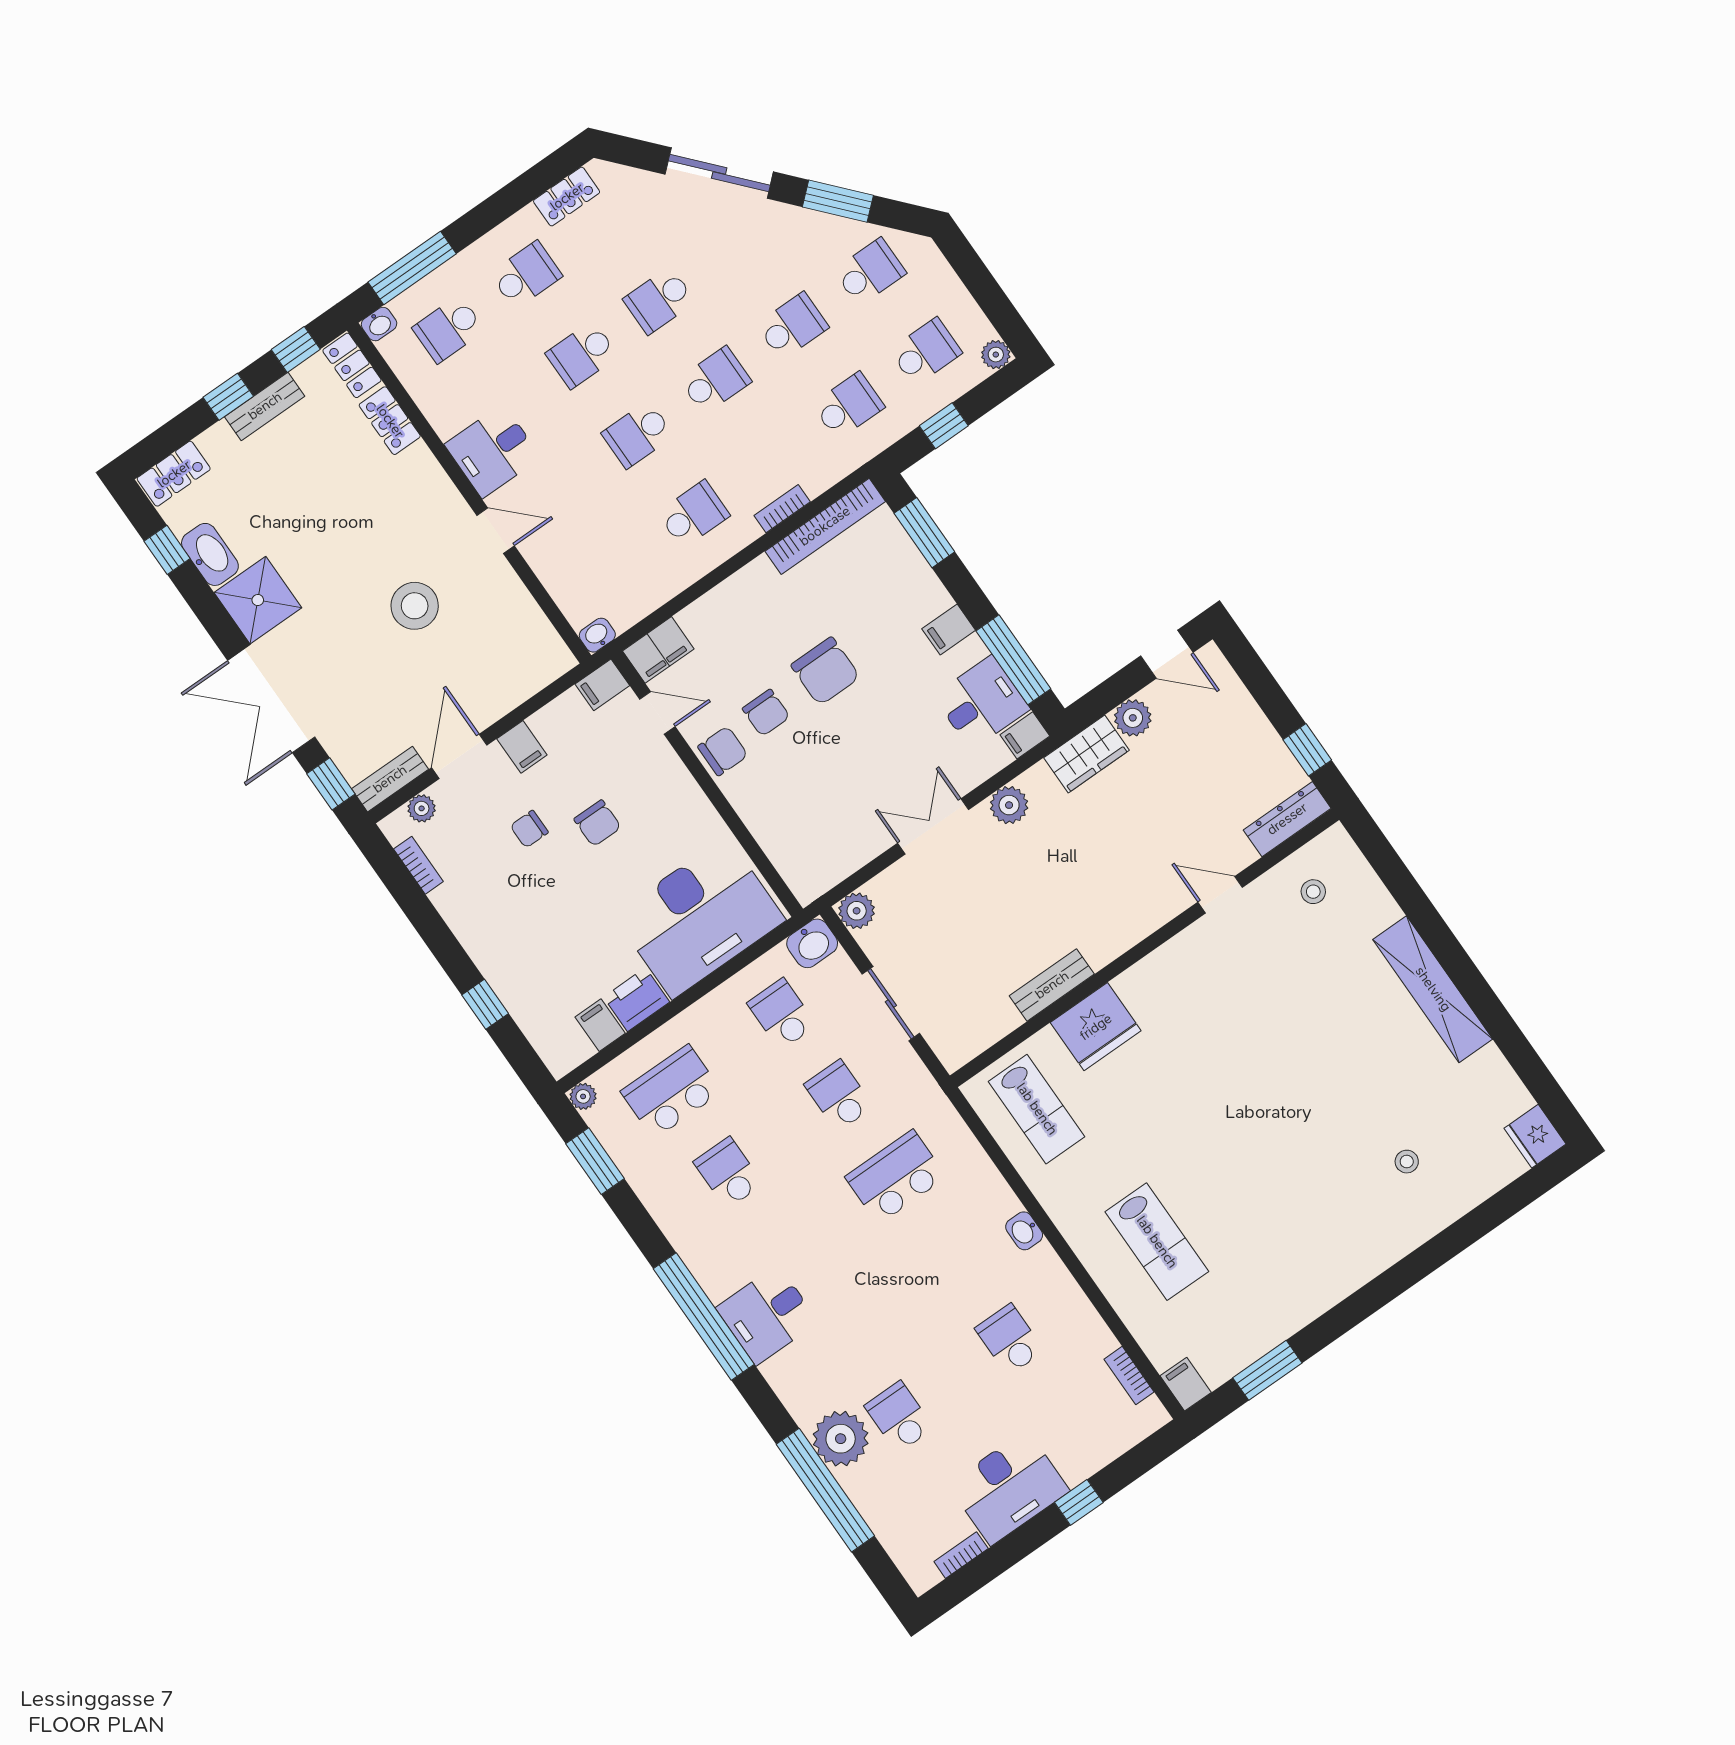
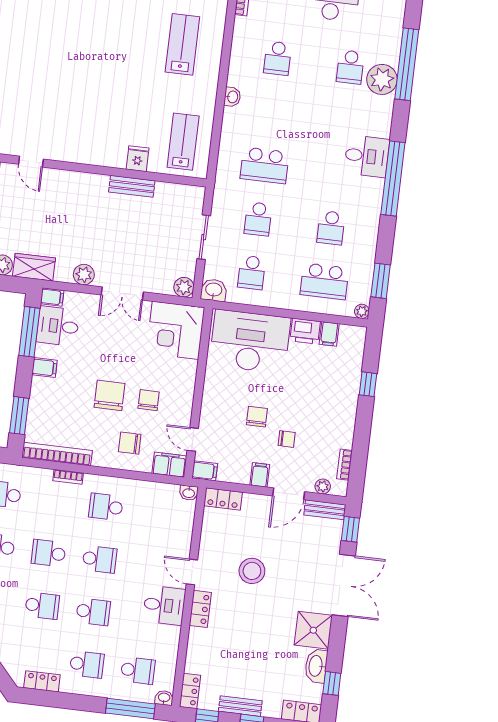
school desk: (526, 275) -> (87, 664), turned 180
locker: (390, 421) -> (200, 609), moved
locker: (543, 669) -> (223, 499), added
chair: (723, 751) -> (130, 443), moved
corner desk: (815, 841) -> (175, 330), added
fridge: (1096, 1027) -> (138, 159), width x0.53, depth x0.75

